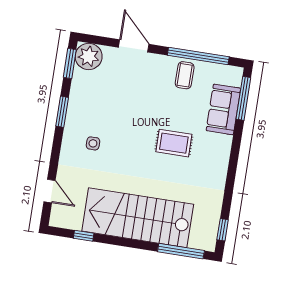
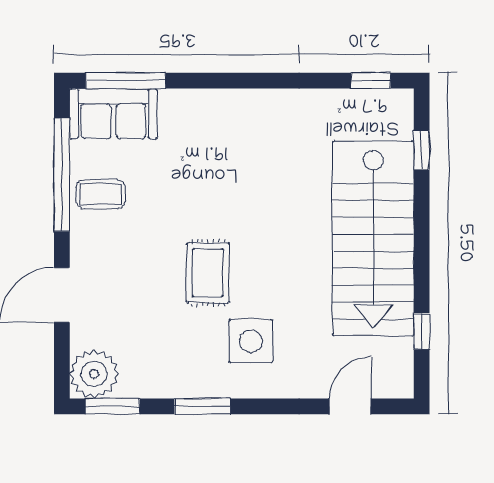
sofa: (223, 109) -> (113, 114), moved
side table: (93, 143) -> (251, 341), width x1.87, depth x1.87
rug: (174, 143) -> (208, 273), moved
window: (181, 251) -> (422, 150), width x0.46

